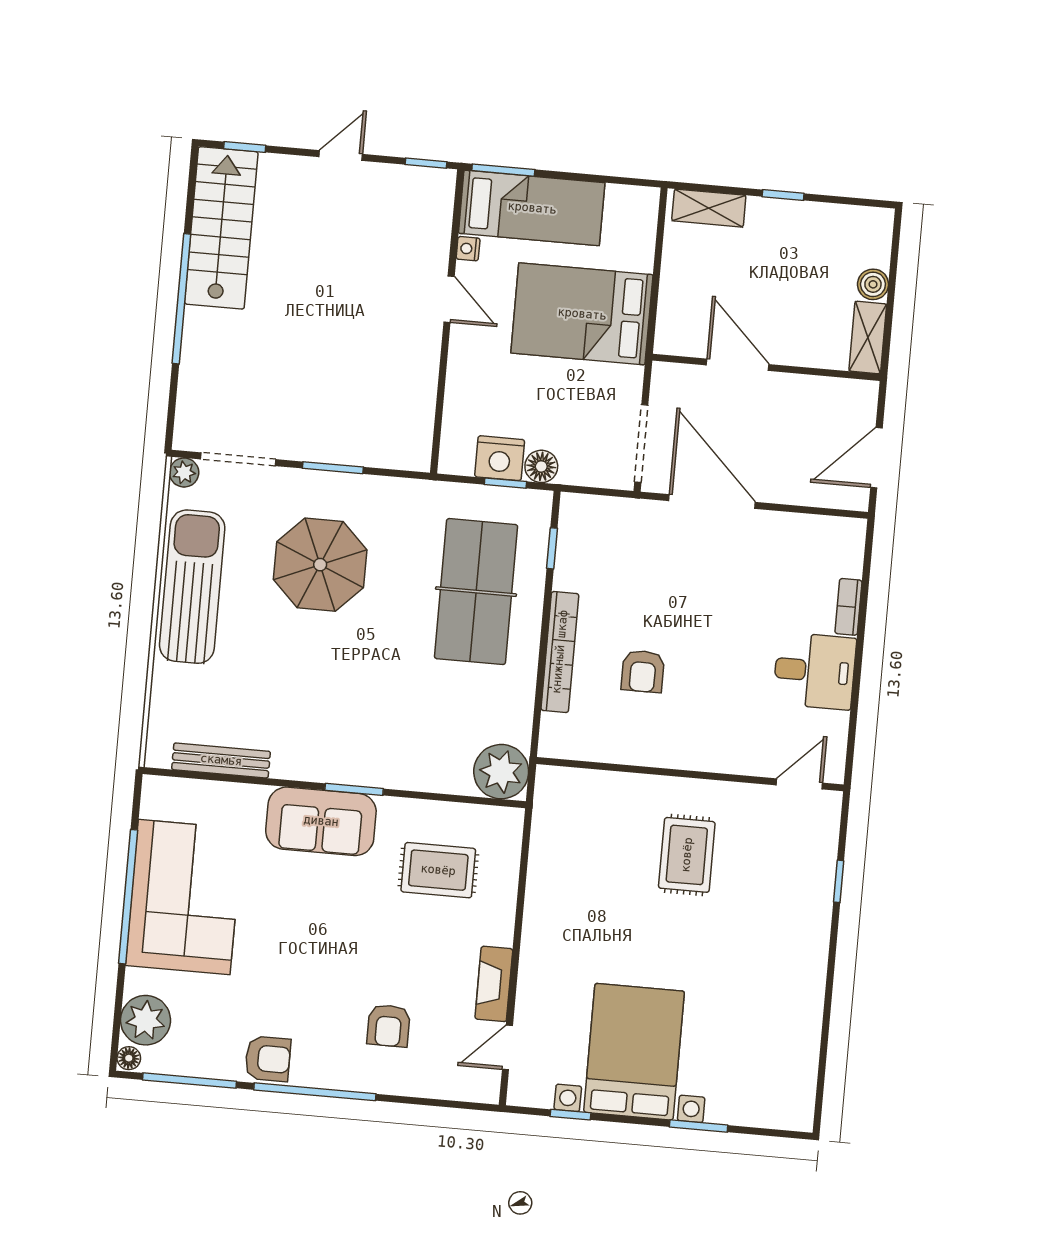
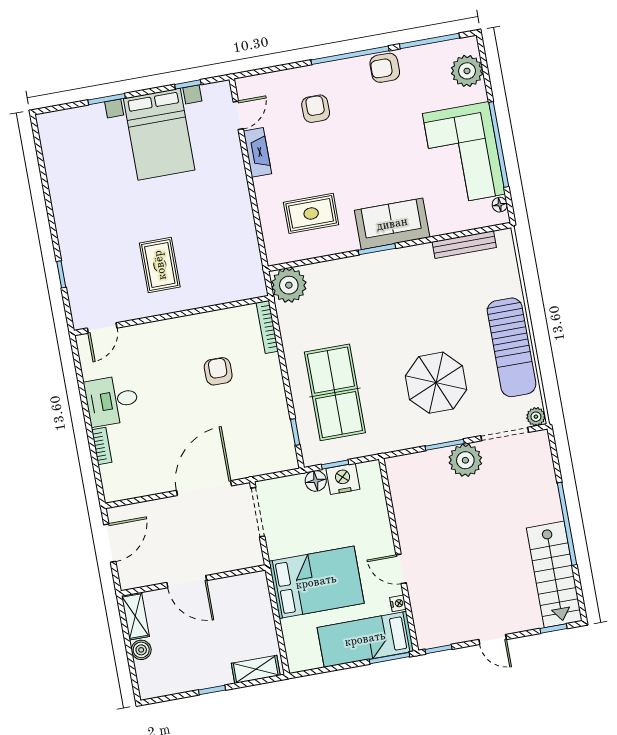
door: (341, 156) -> (493, 639), hinge flipped
door: (738, 365) -> (187, 582), moved
plant: (308, 436) -> (465, 460), added
door: (712, 502) -> (204, 488), swing flipped
bookcase: (560, 652) -> (267, 327), moved, width x0.68, depth x0.76
floor lamp: (129, 1058) -> (500, 205), moved

